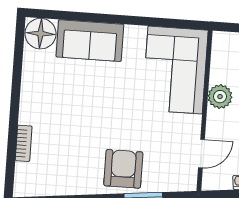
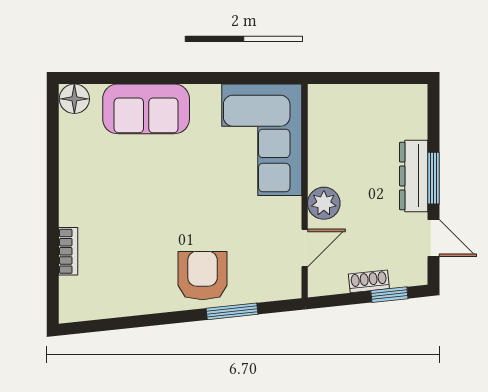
floor lamp: (40, 34) -> (74, 99), width x0.73, depth x0.73
plant: (220, 97) -> (324, 203), moved

